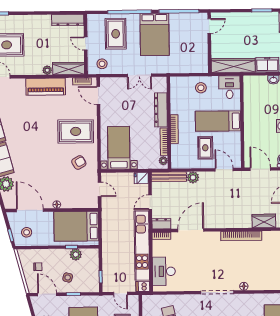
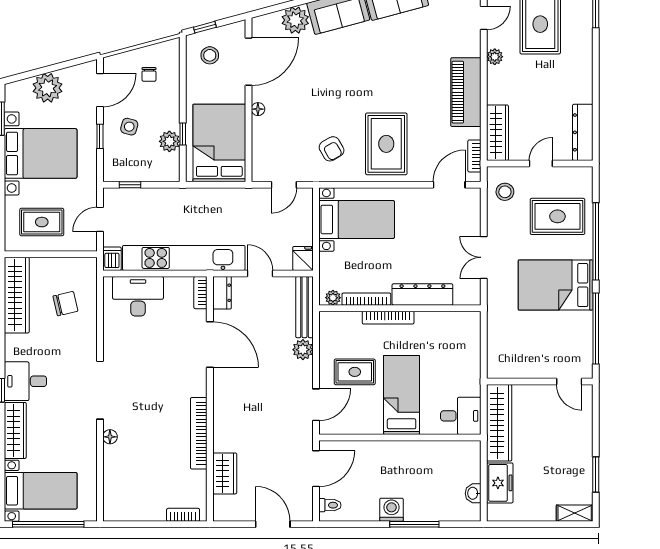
plant: (47, 70) -> (495, 57), moved
stool: (201, 88) -> (461, 365), removed

